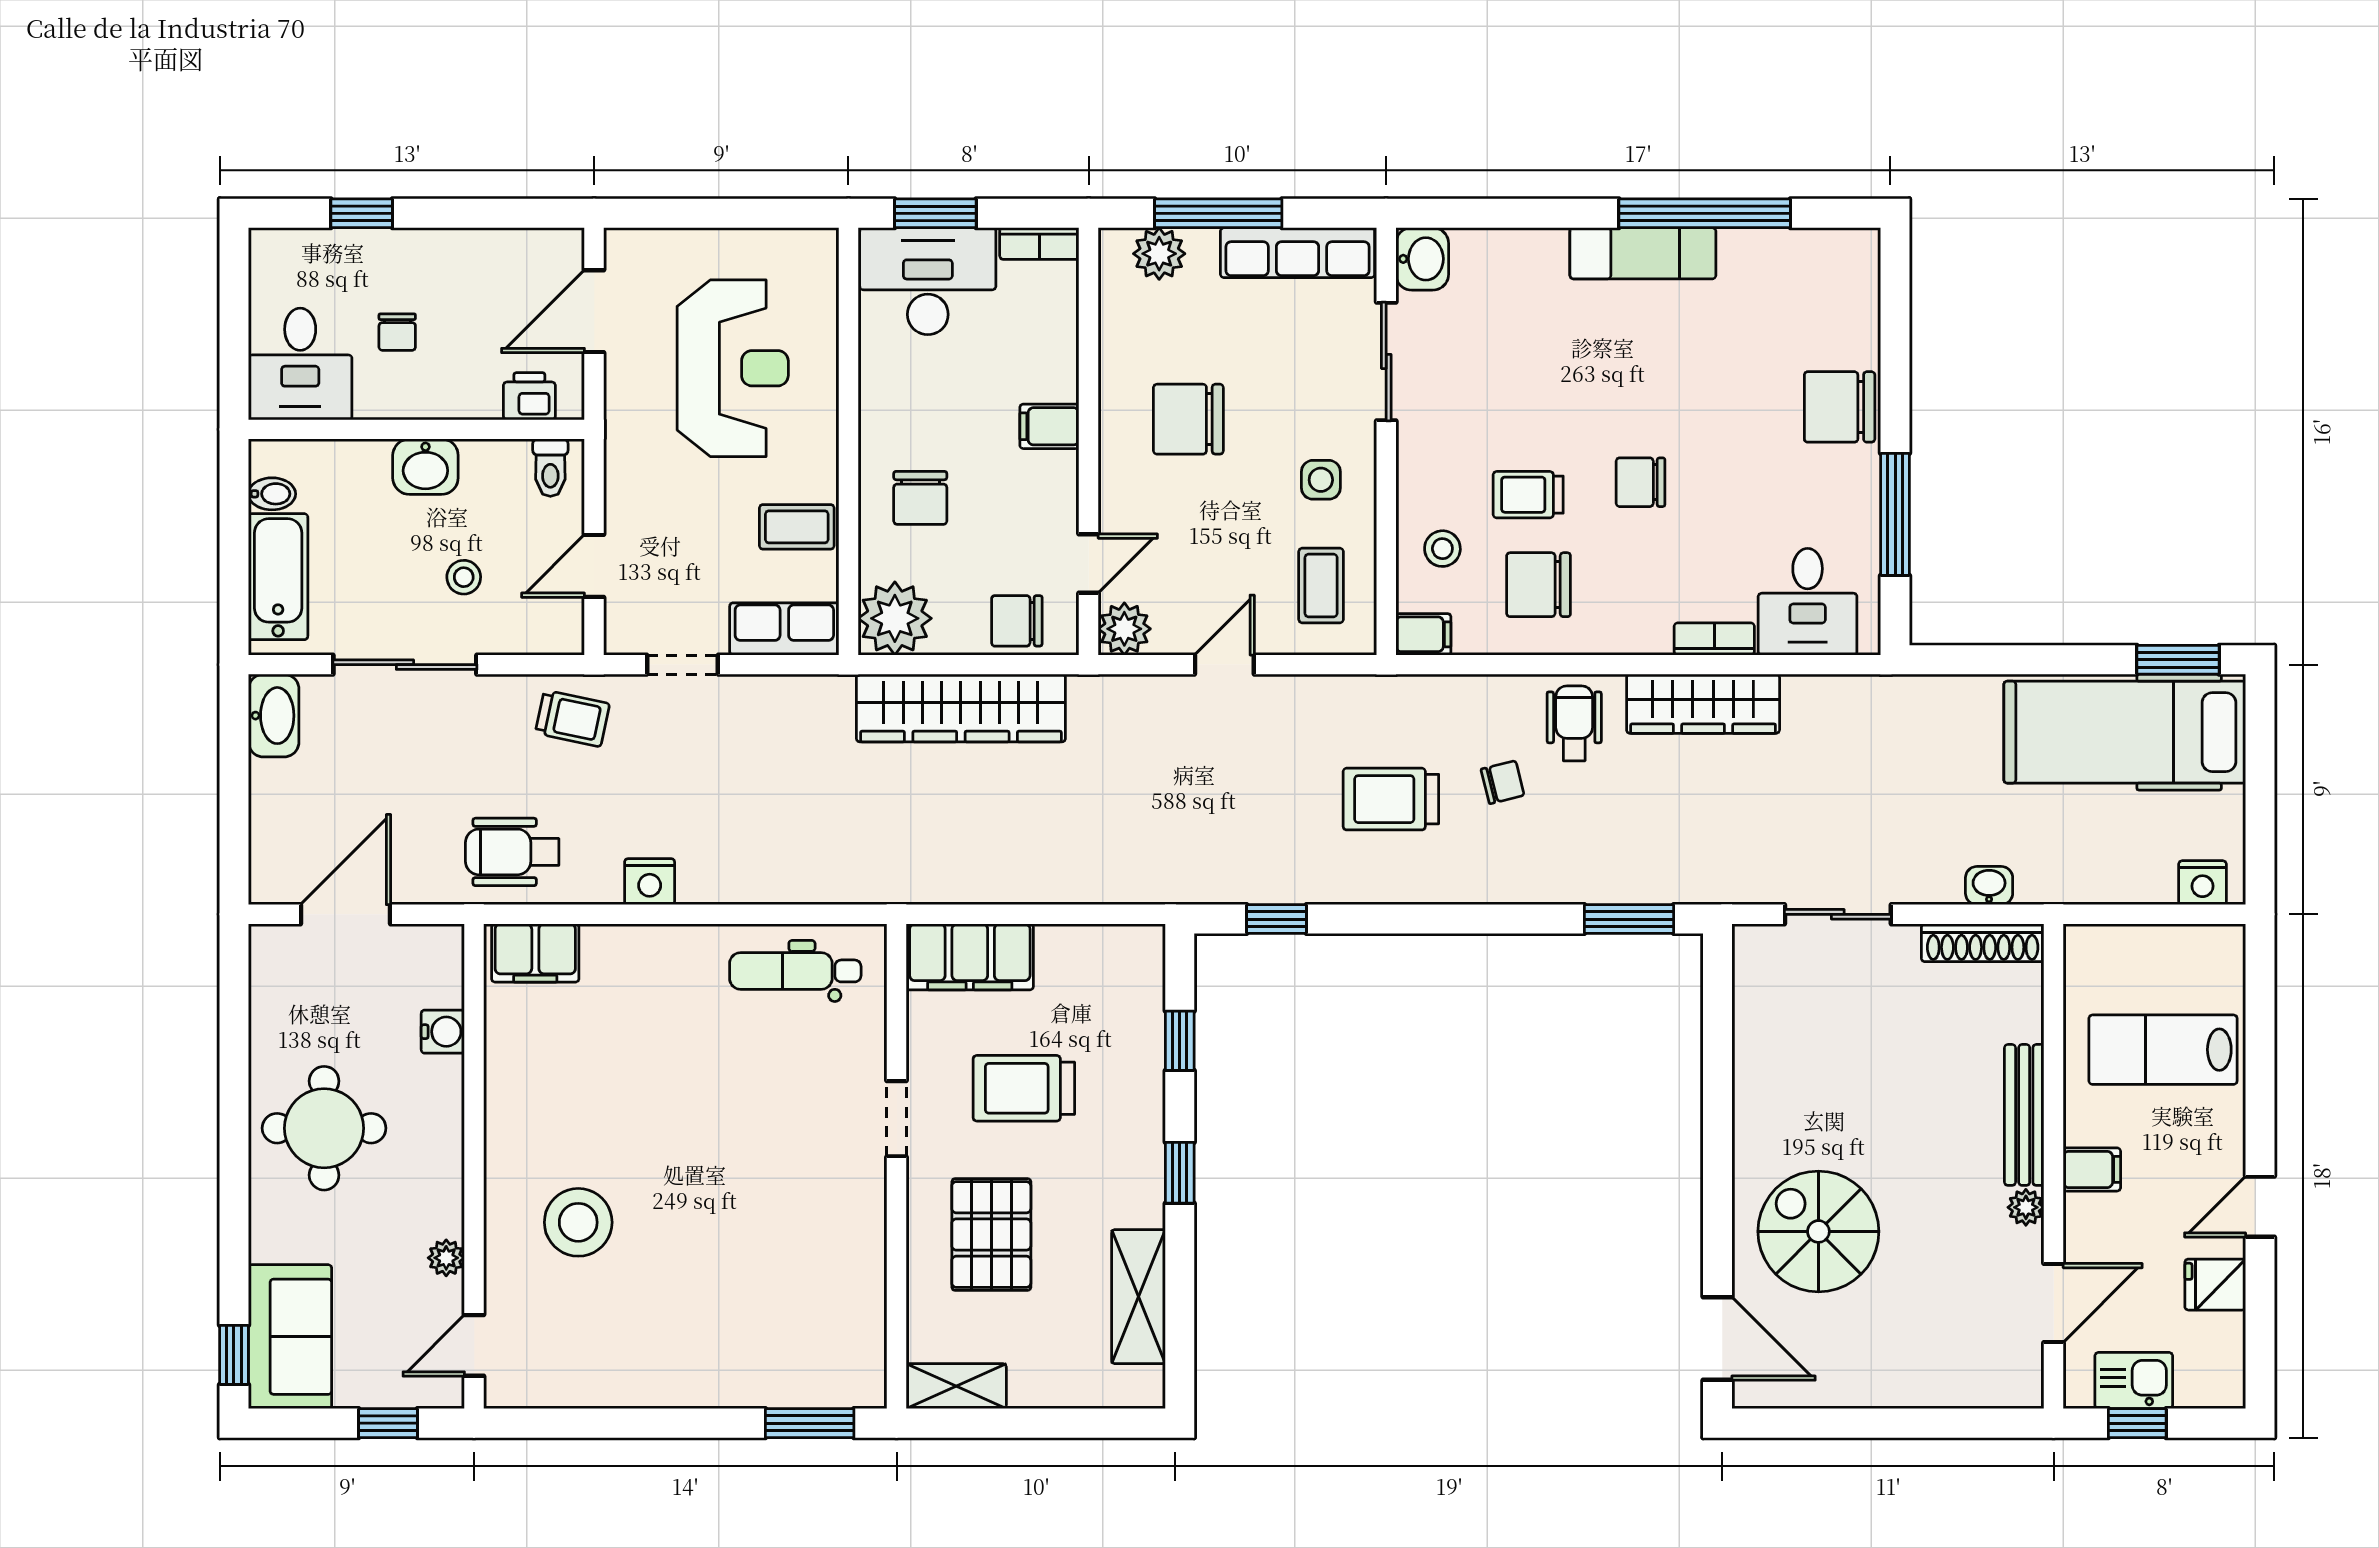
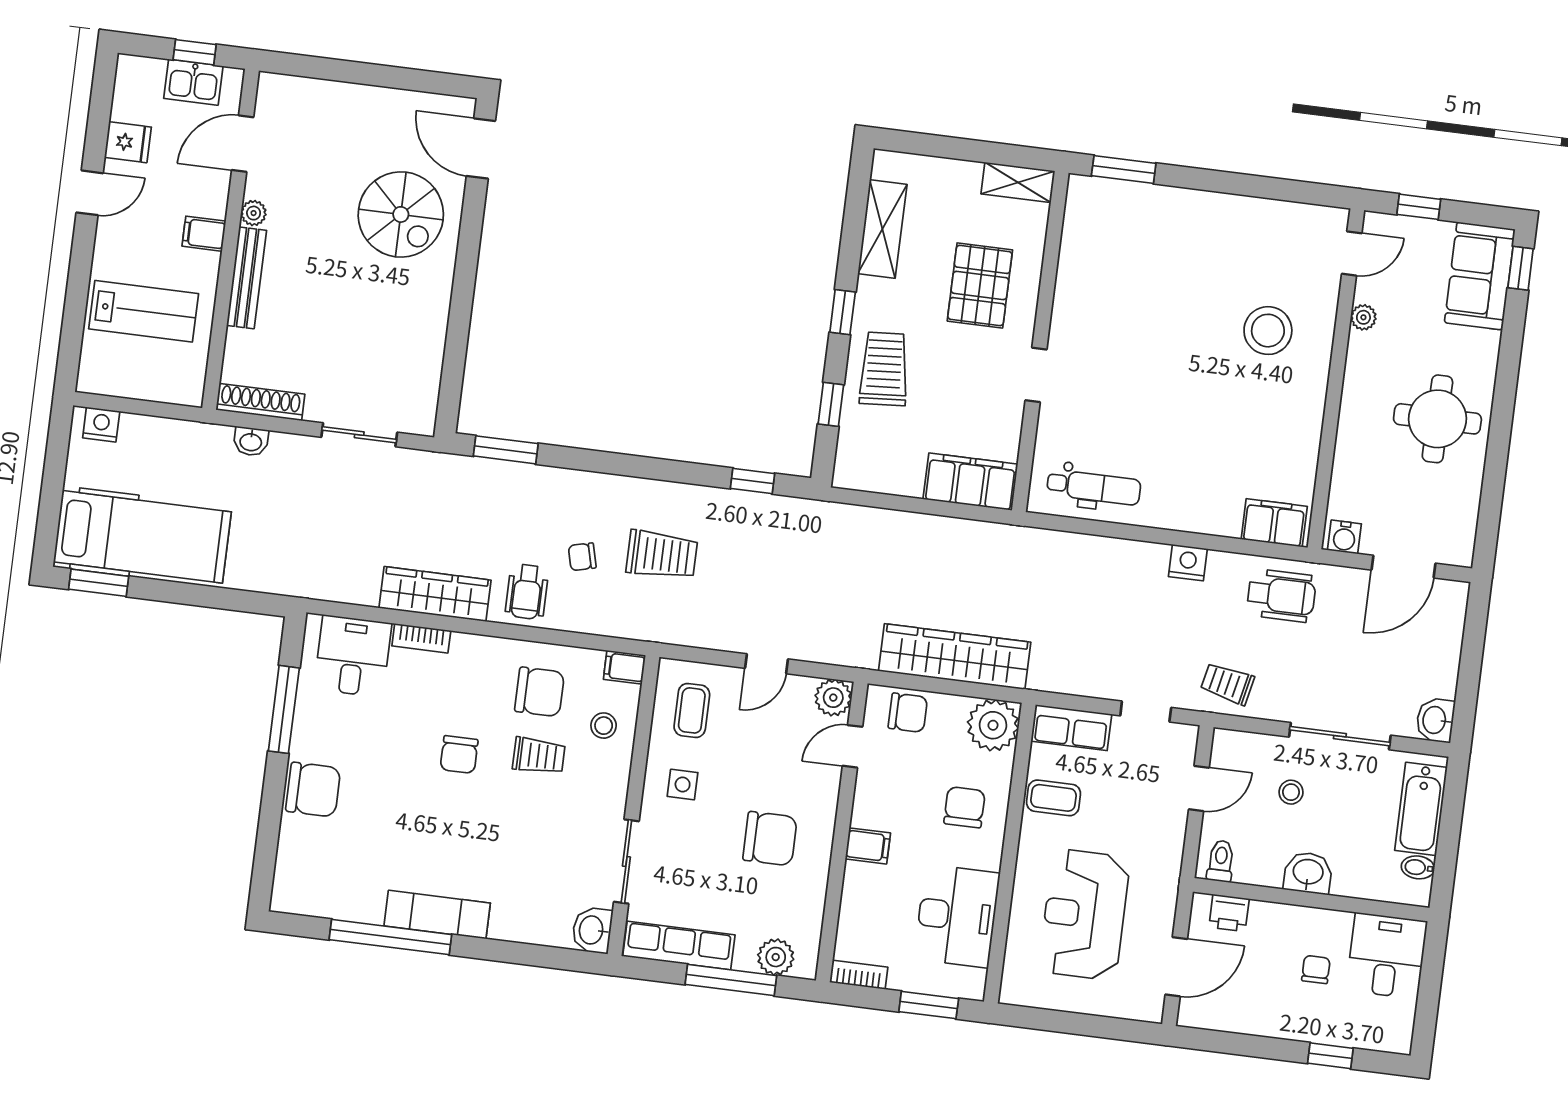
desk: (928, 281) -> (957, 916), moved, turned -90
chair: (1641, 482) -> (459, 755), turned 90
washbasin: (274, 716) -> (1435, 720), width x0.72
water cooler: (443, 1032) -> (1344, 537), moved, turned -90
trolley: (1024, 1088) -> (884, 369), moved, turned -94

